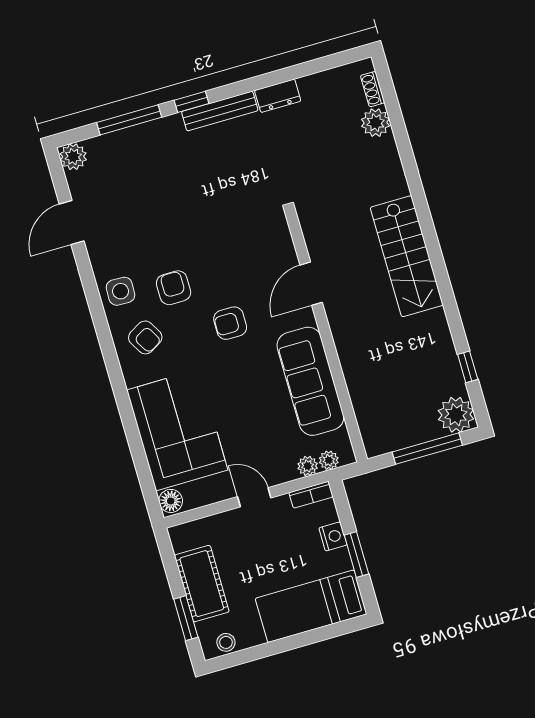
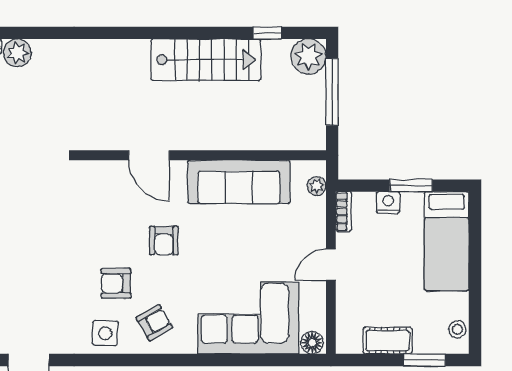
stairs: (407, 256) -> (206, 60), moved
plant: (308, 466) -> (316, 207), removed
cot: (202, 584) -> (388, 341), width x0.73, depth x0.75

